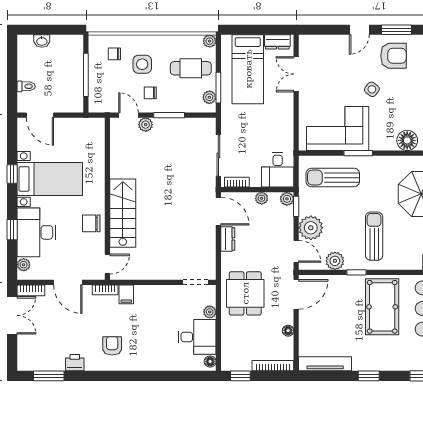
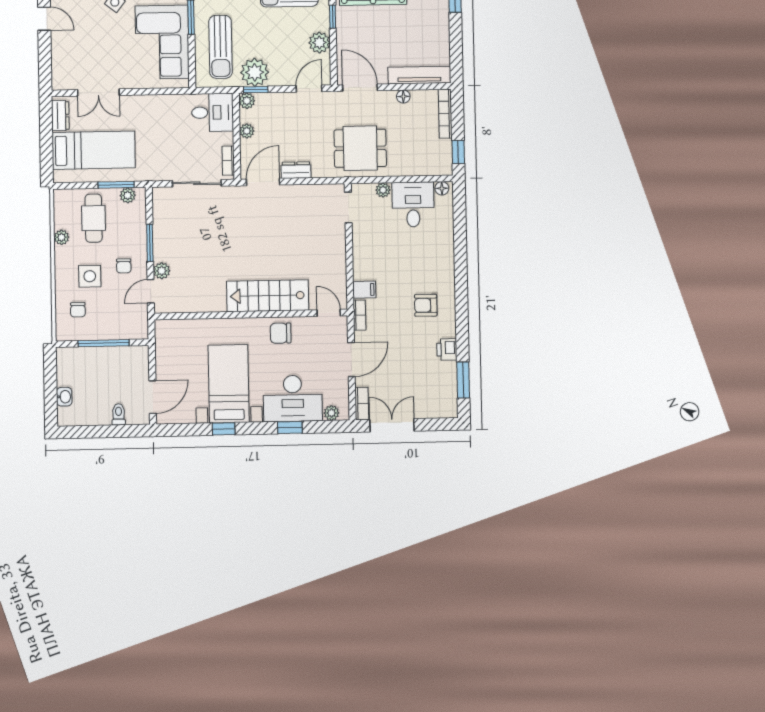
plant: (210, 41) -> (61, 237), moved
chair: (91, 223) -> (281, 333), turned 90
plant: (311, 228) -> (255, 72), moved
tv unit: (325, 364) -> (419, 75), moved, turned 90

